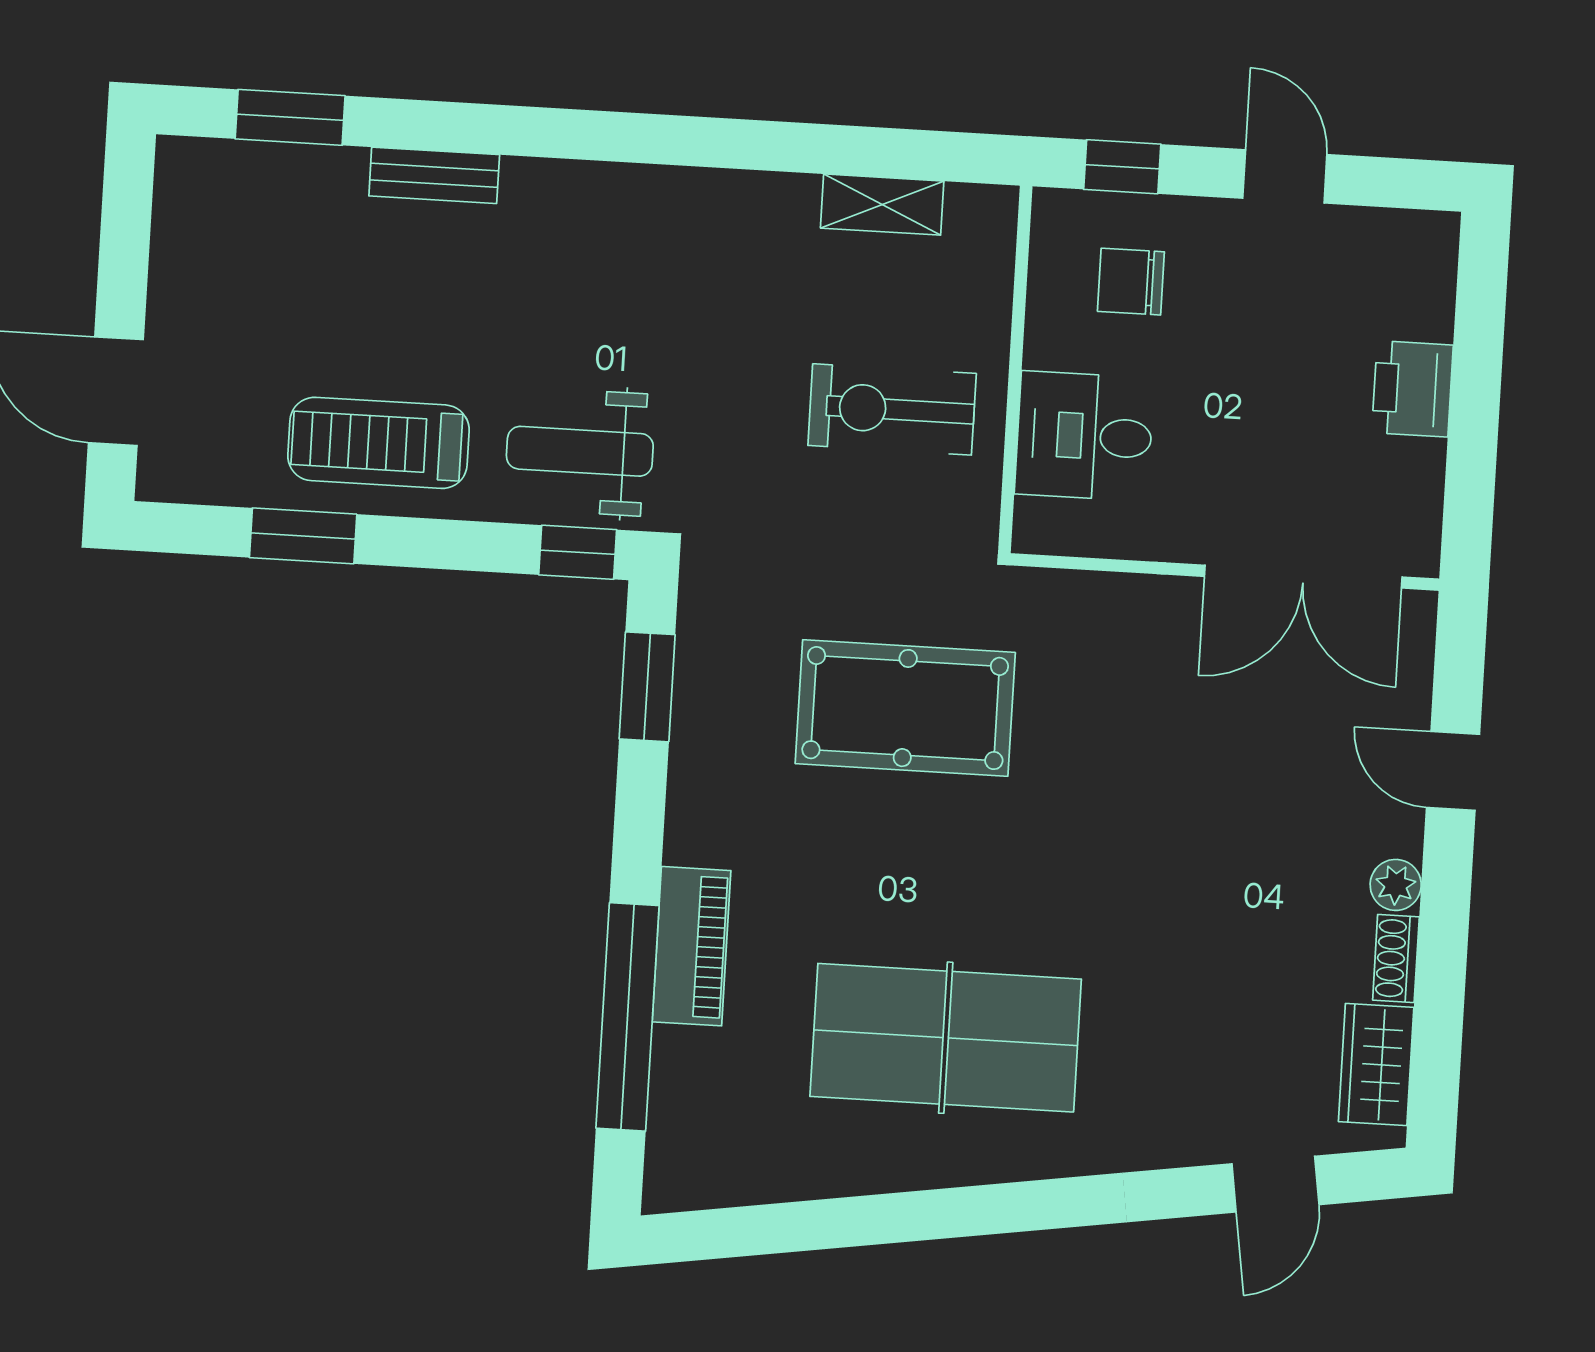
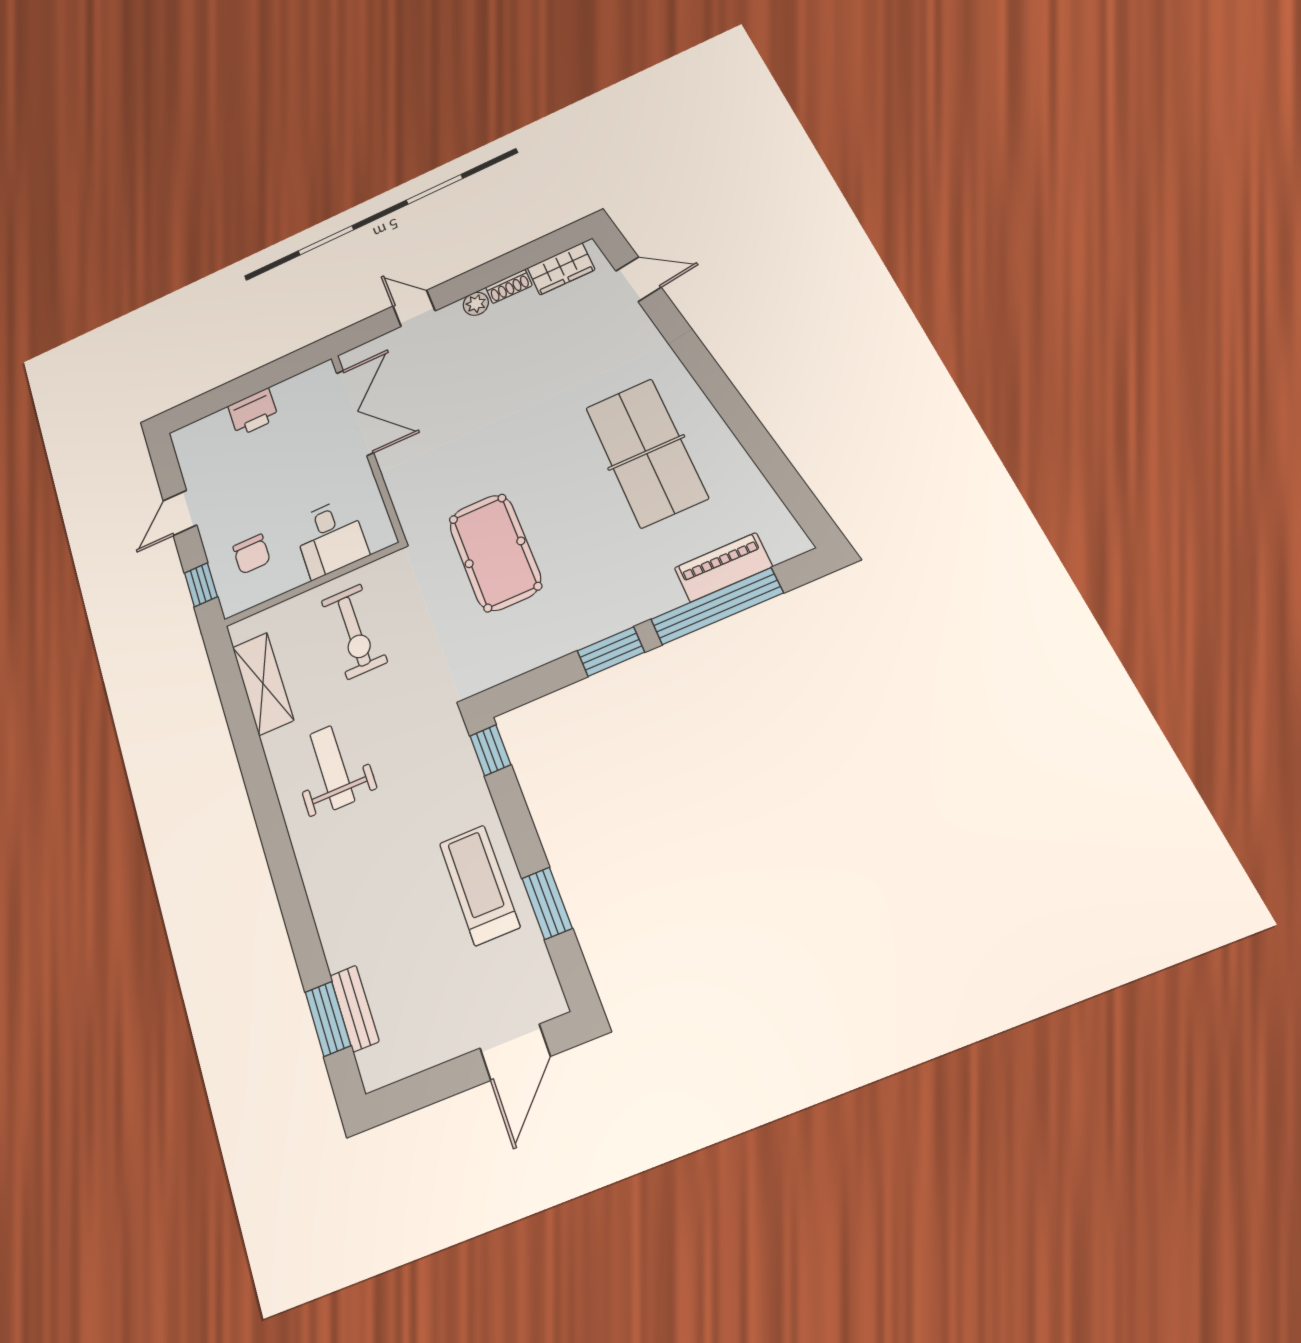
bench: (434, 175) -> (354, 1008), moved
shelving: (882, 205) -> (263, 683), width x1.50, depth x1.33
treadmill: (378, 443) -> (479, 885), turned 180
weight bench: (580, 451) -> (332, 767), moved, turned 180
window: (647, 687) -> (611, 652), moved
door: (1453, 771) -> (414, 308), swing flipped
piano: (692, 946) -> (723, 567), moved

